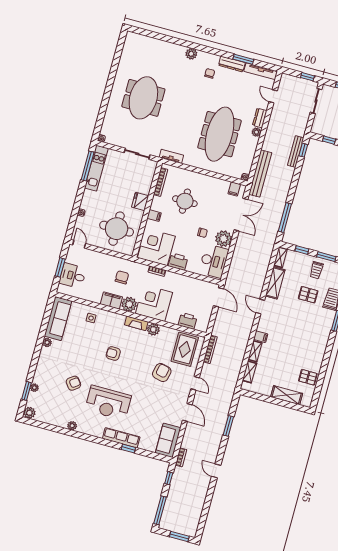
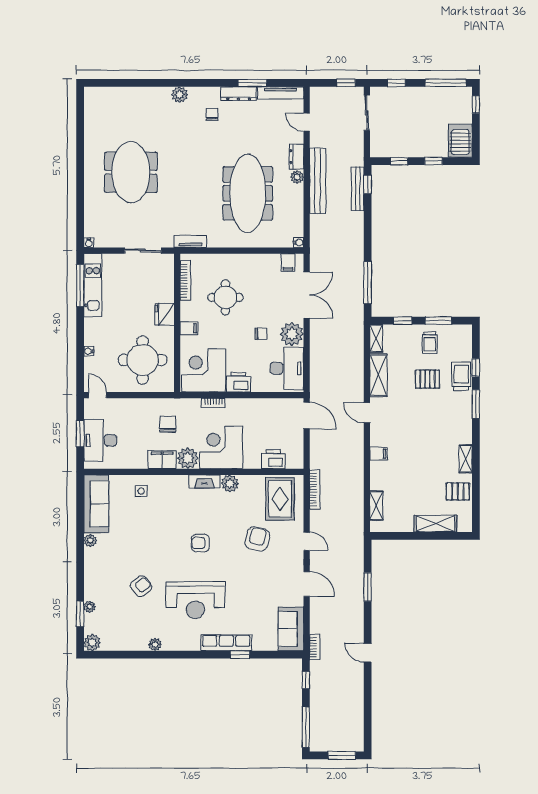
bench: (260, 173) -> (318, 181), moved
desk: (73, 276) -> (100, 440), width x1.37
shelving: (255, 351) -> (466, 459), moved
armchair: (113, 354) -> (200, 543), moved

